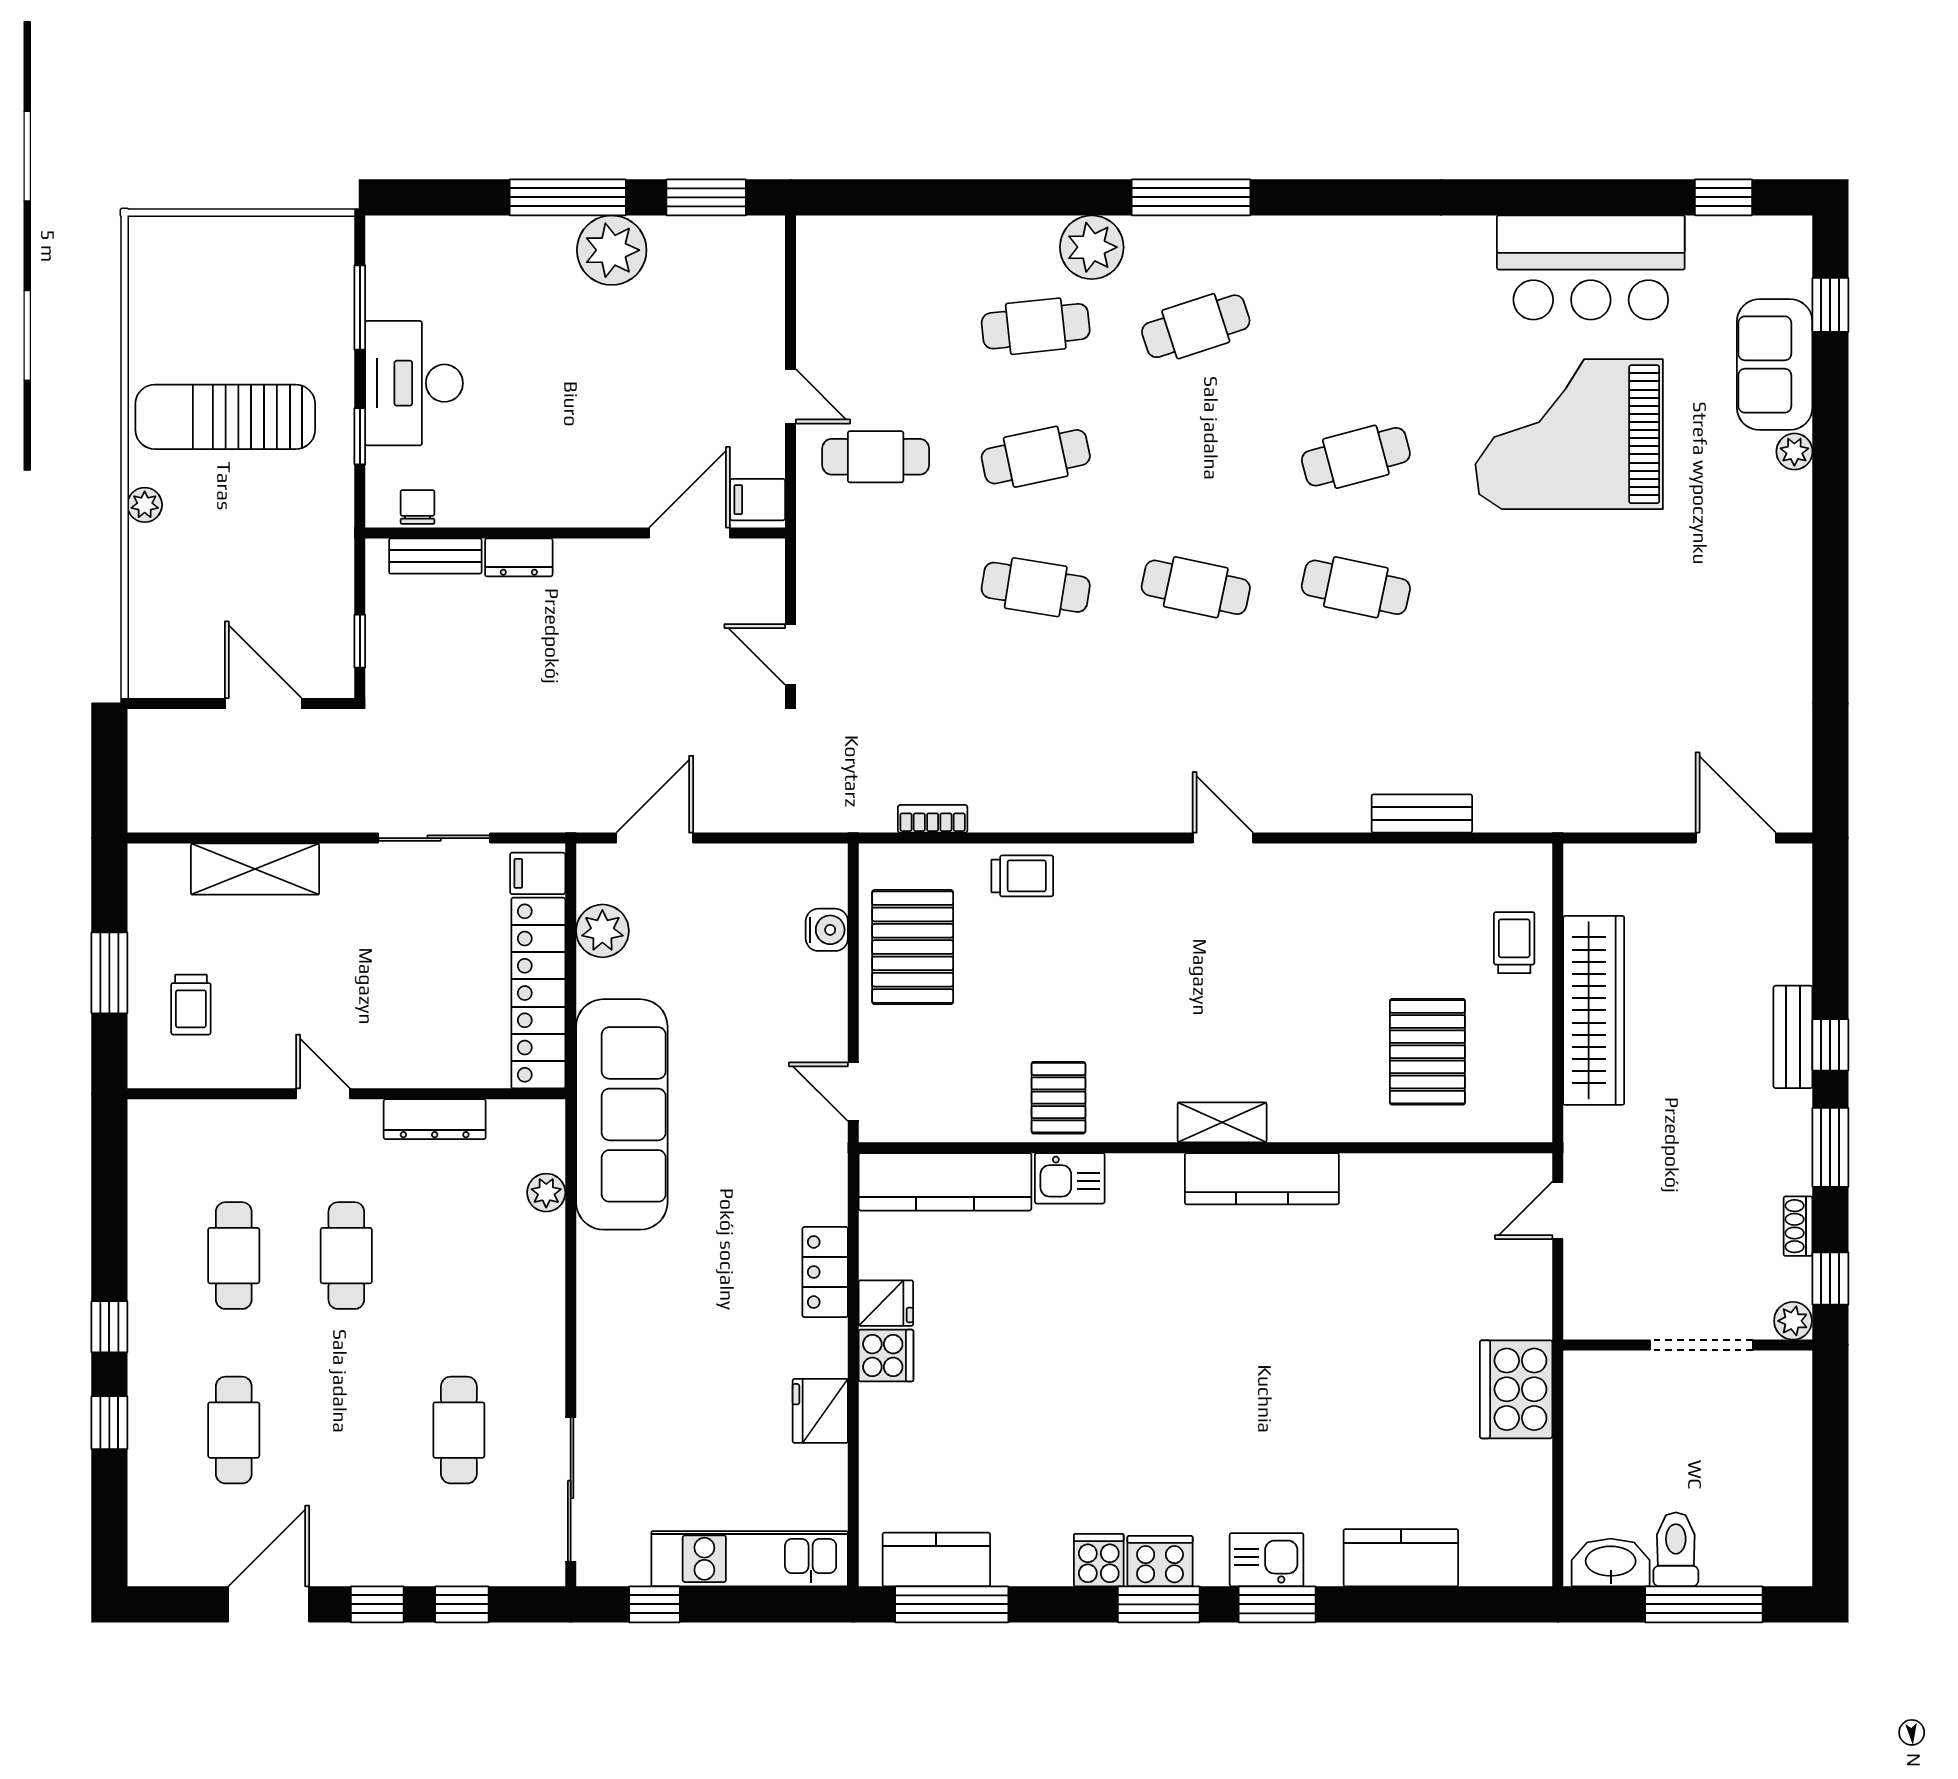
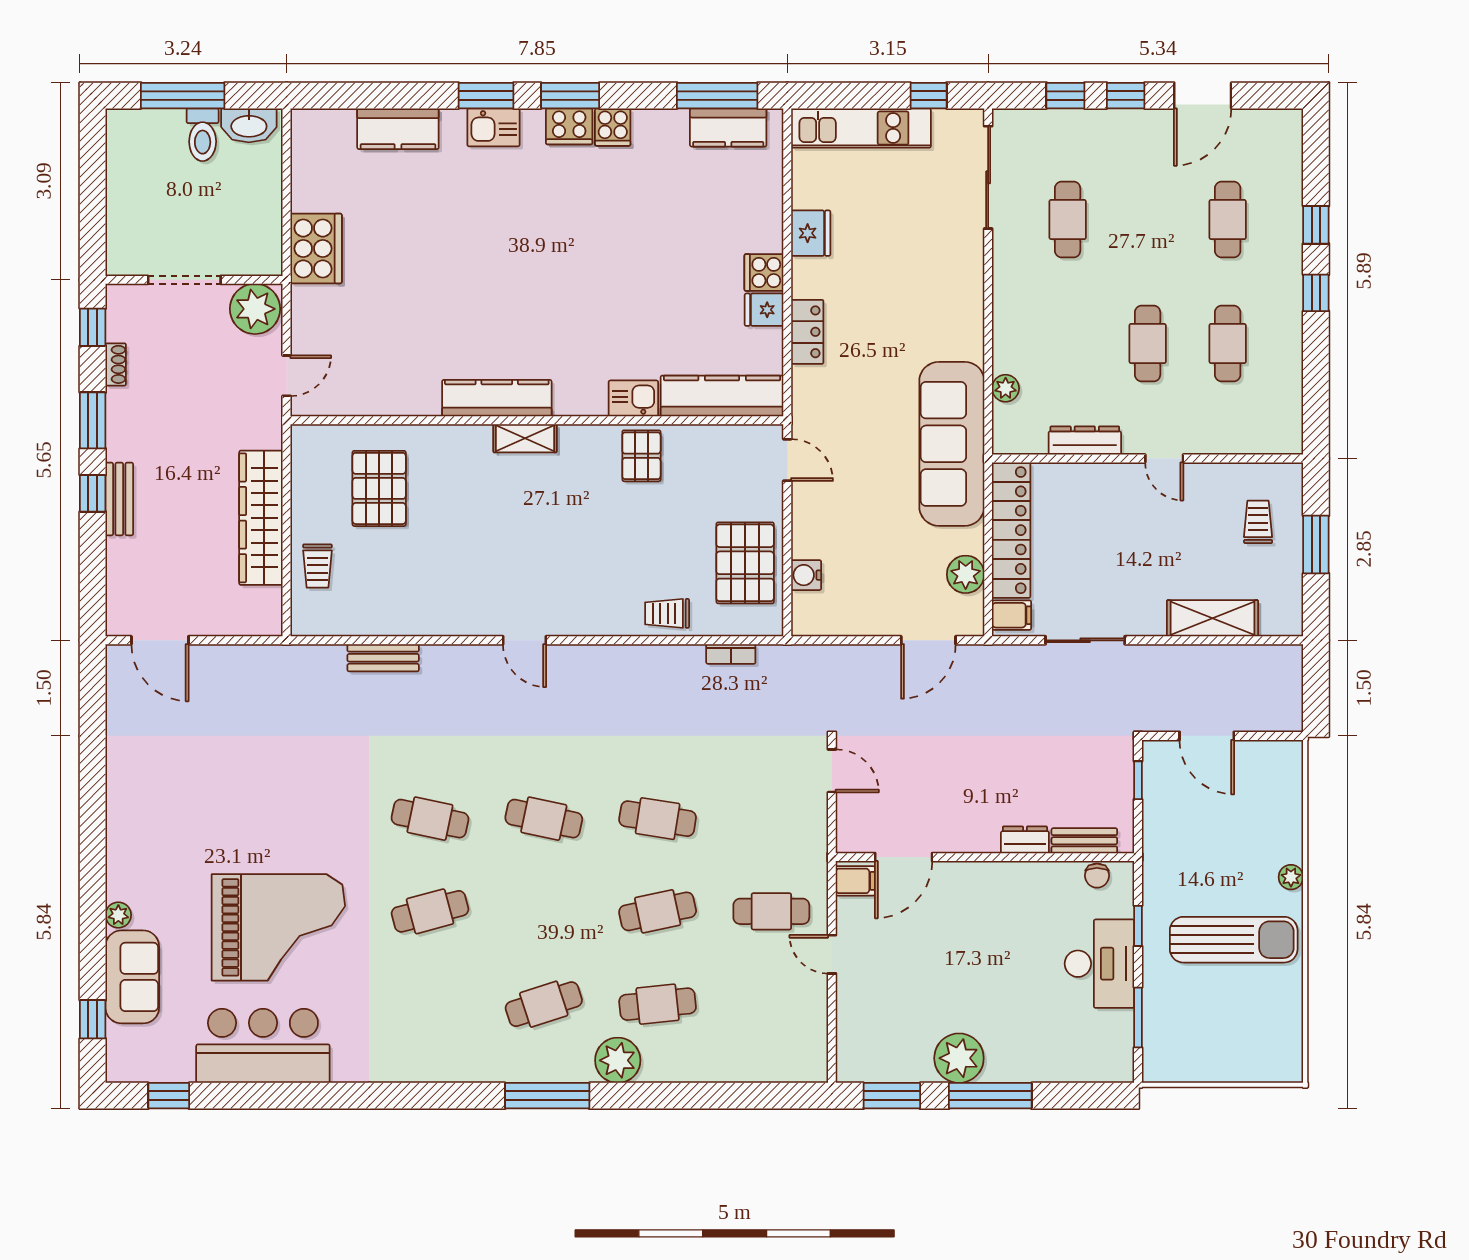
plant: (1793, 1321) -> (255, 309), moved, width x1.87, depth x1.87

